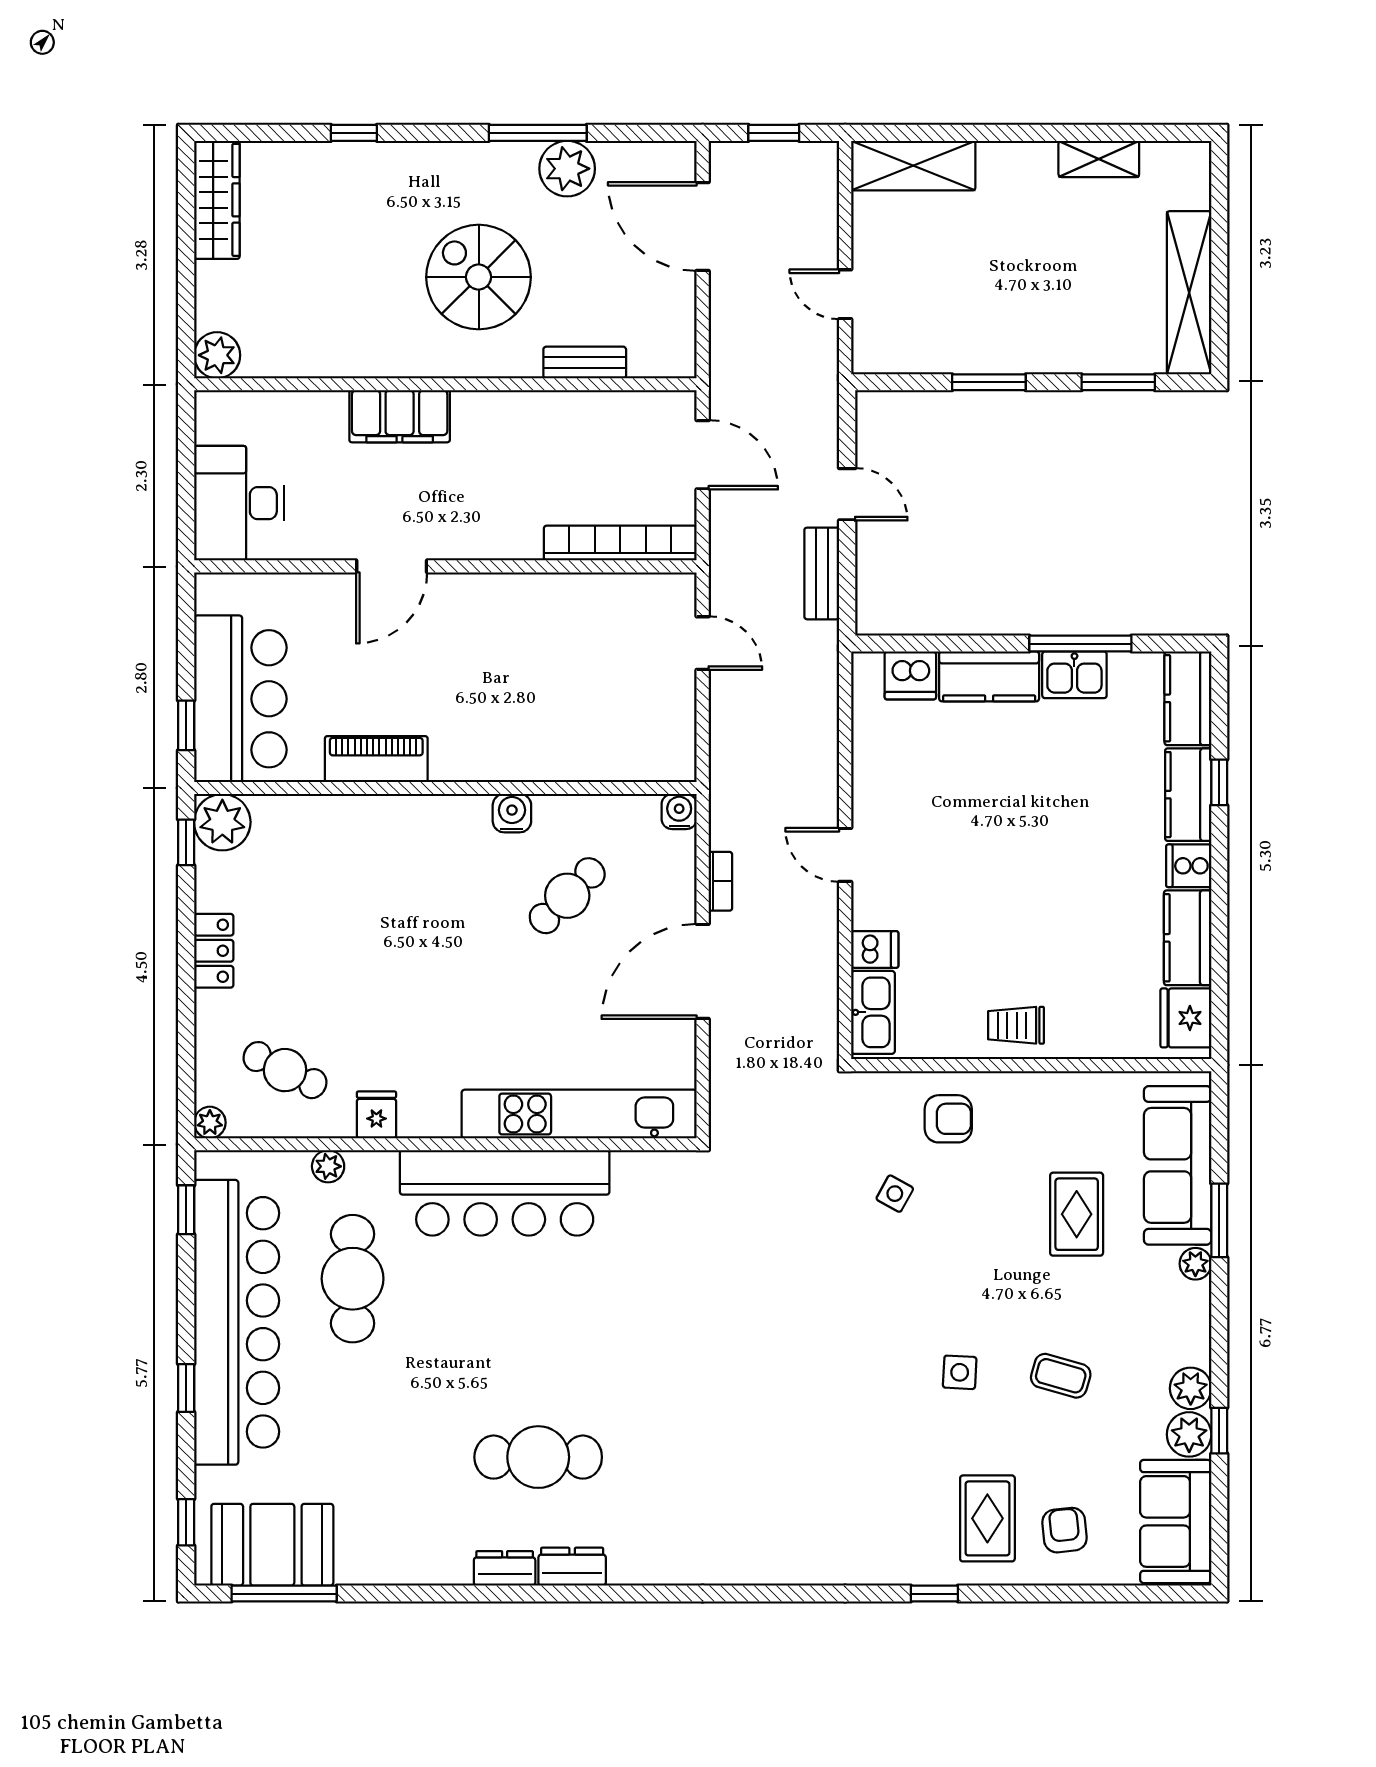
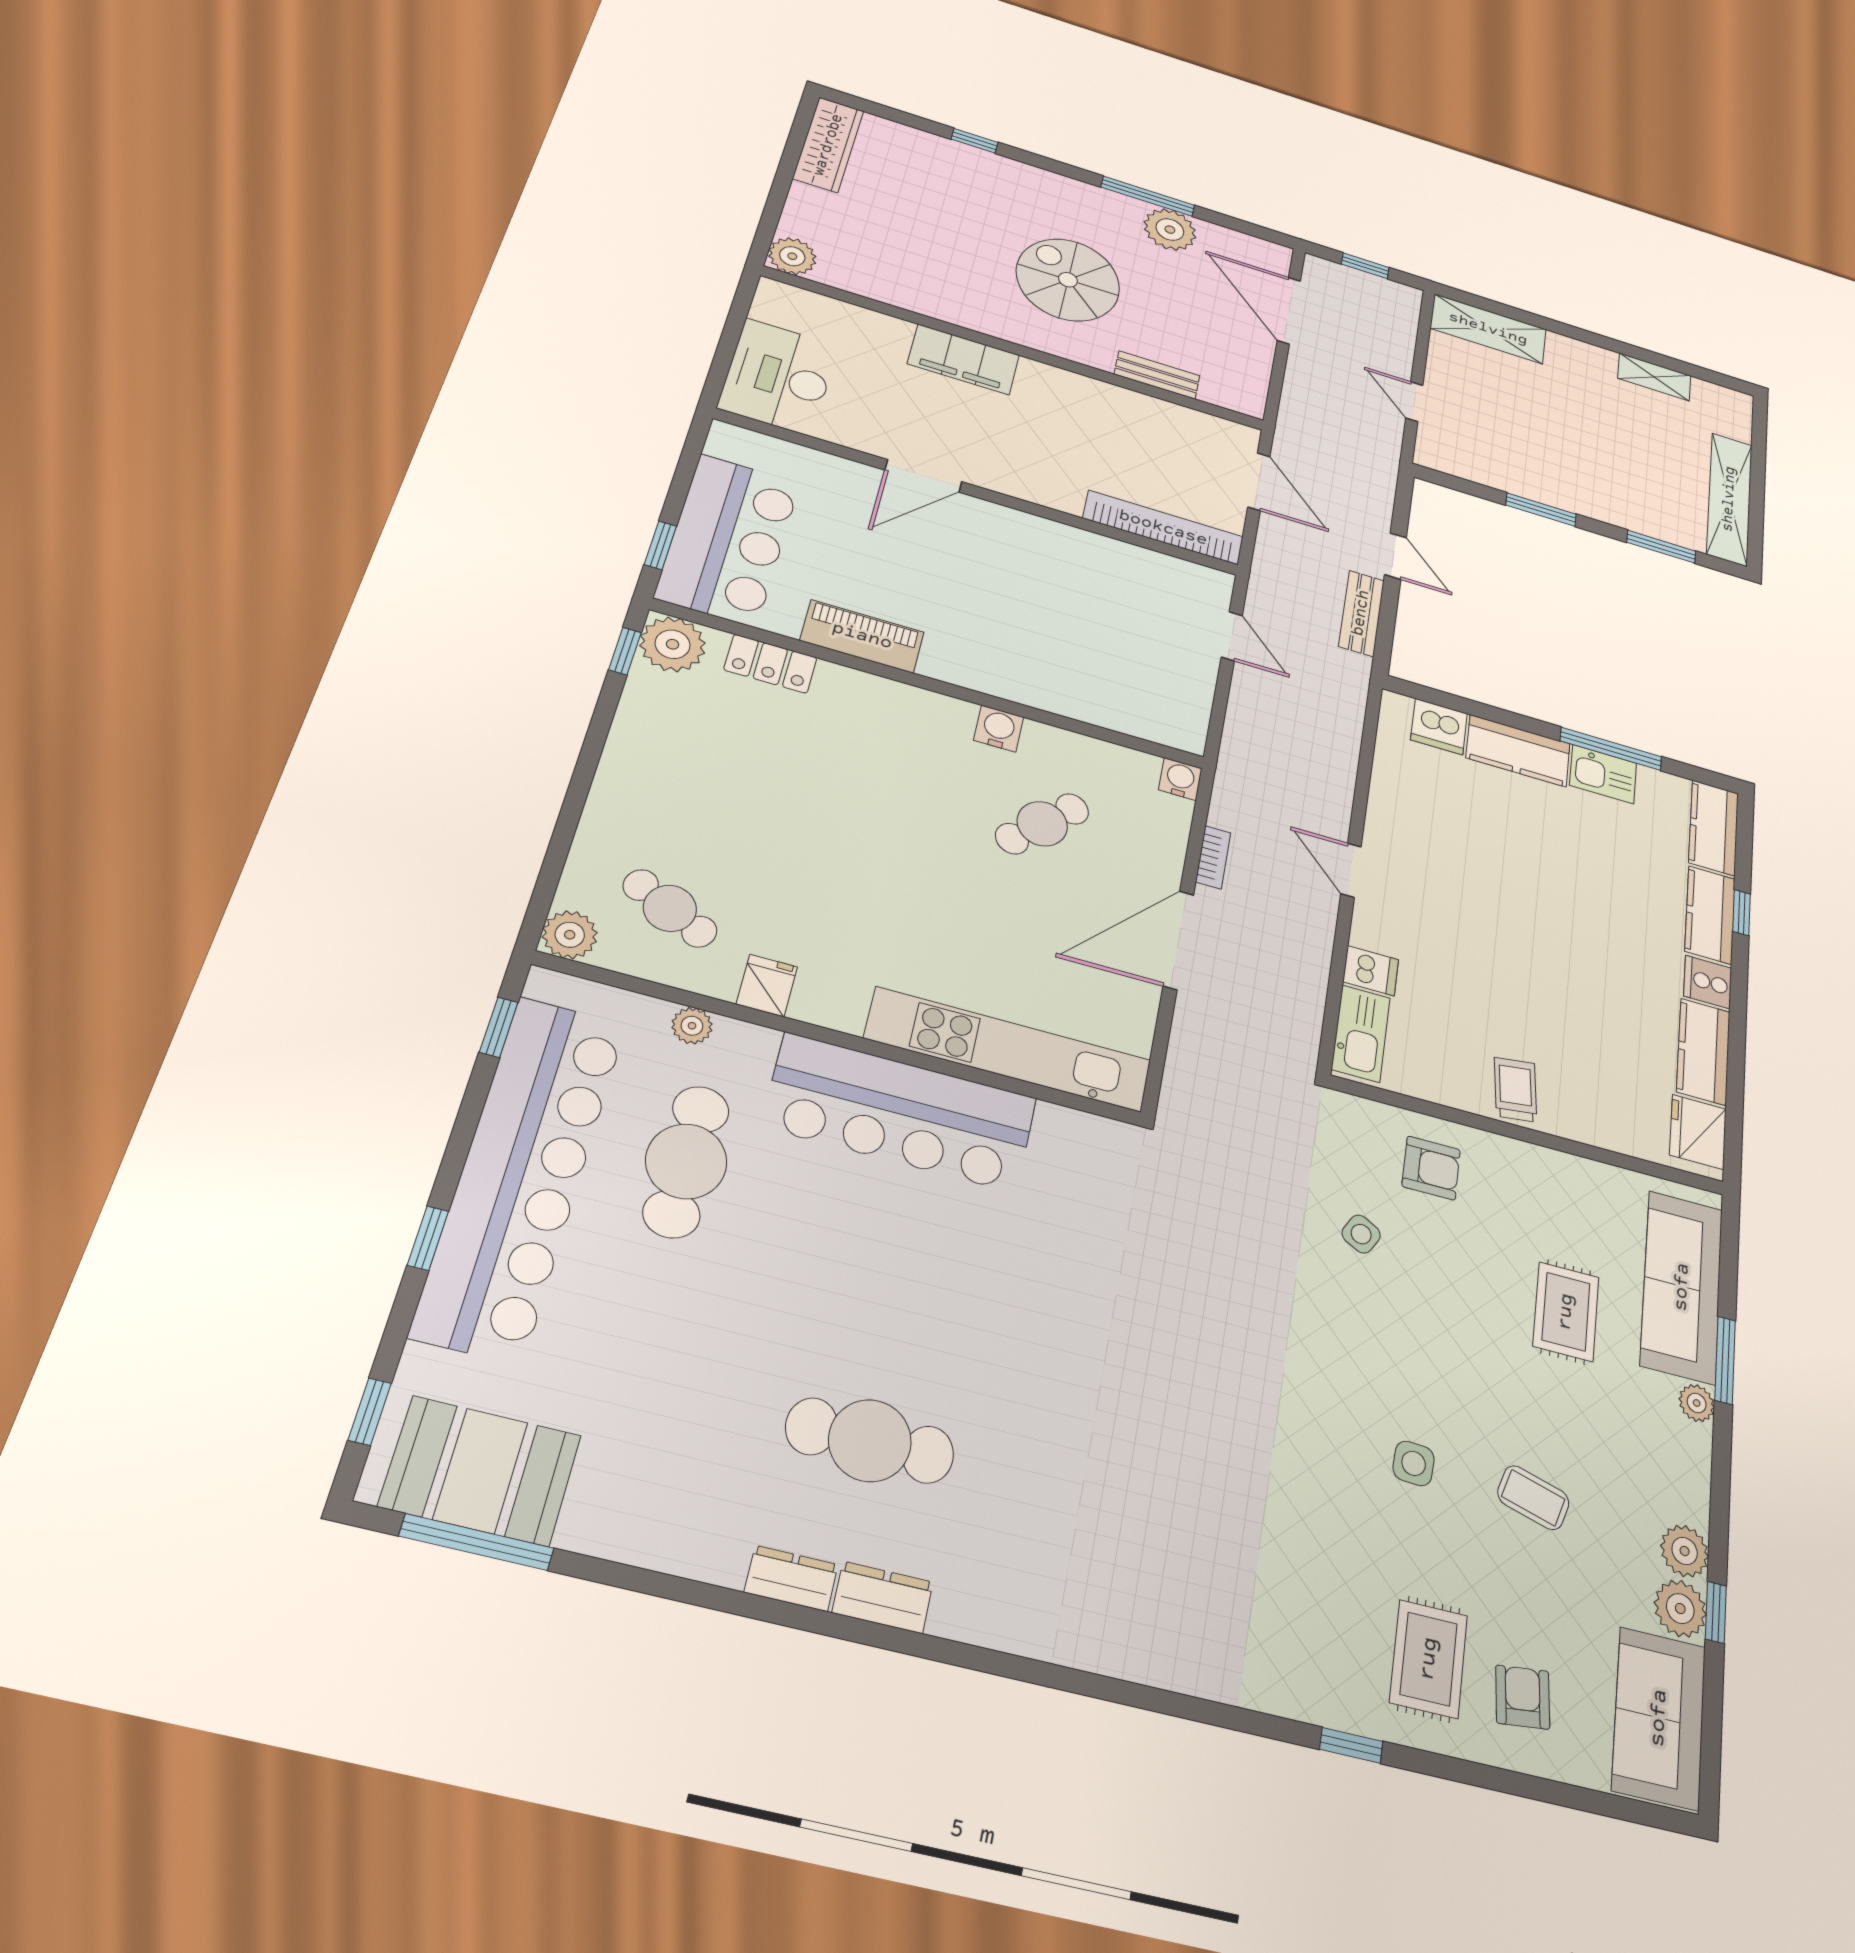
locker: (214, 951) -> (770, 664), moved, turned 90
trolley: (1016, 1025) -> (1515, 1090), turned 83
plant: (210, 1123) -> (570, 935), width x1.38, depth x1.38

